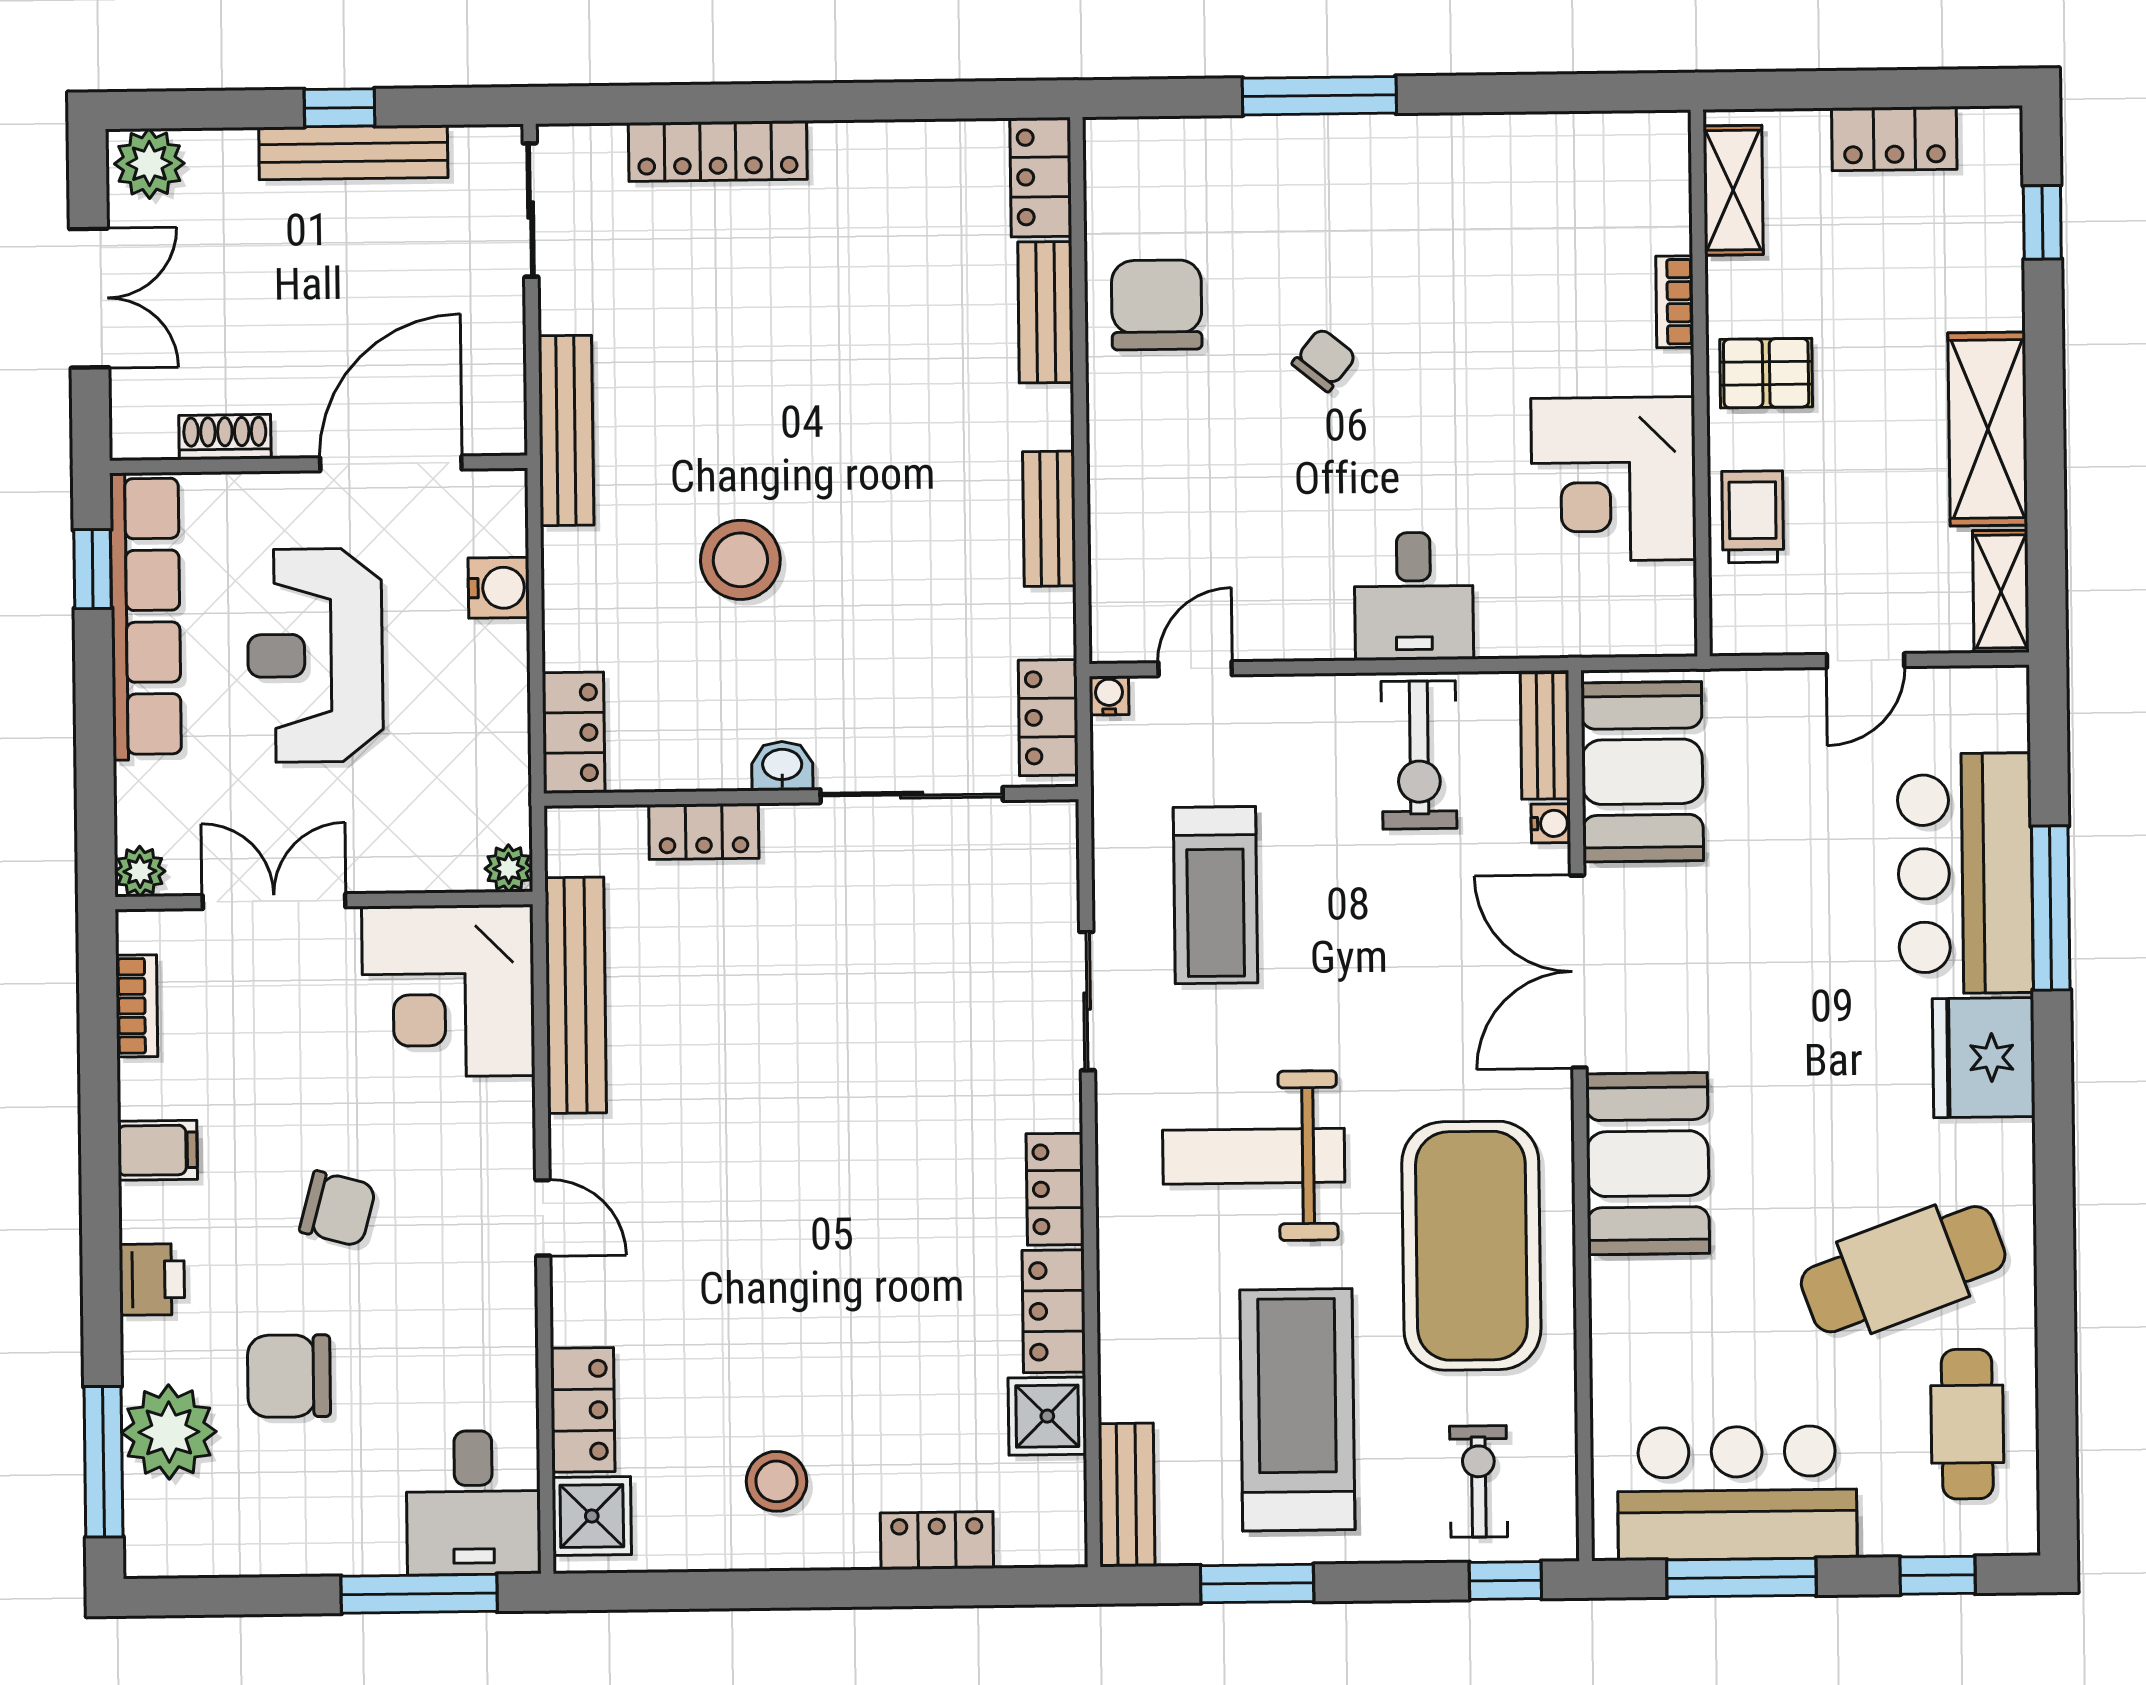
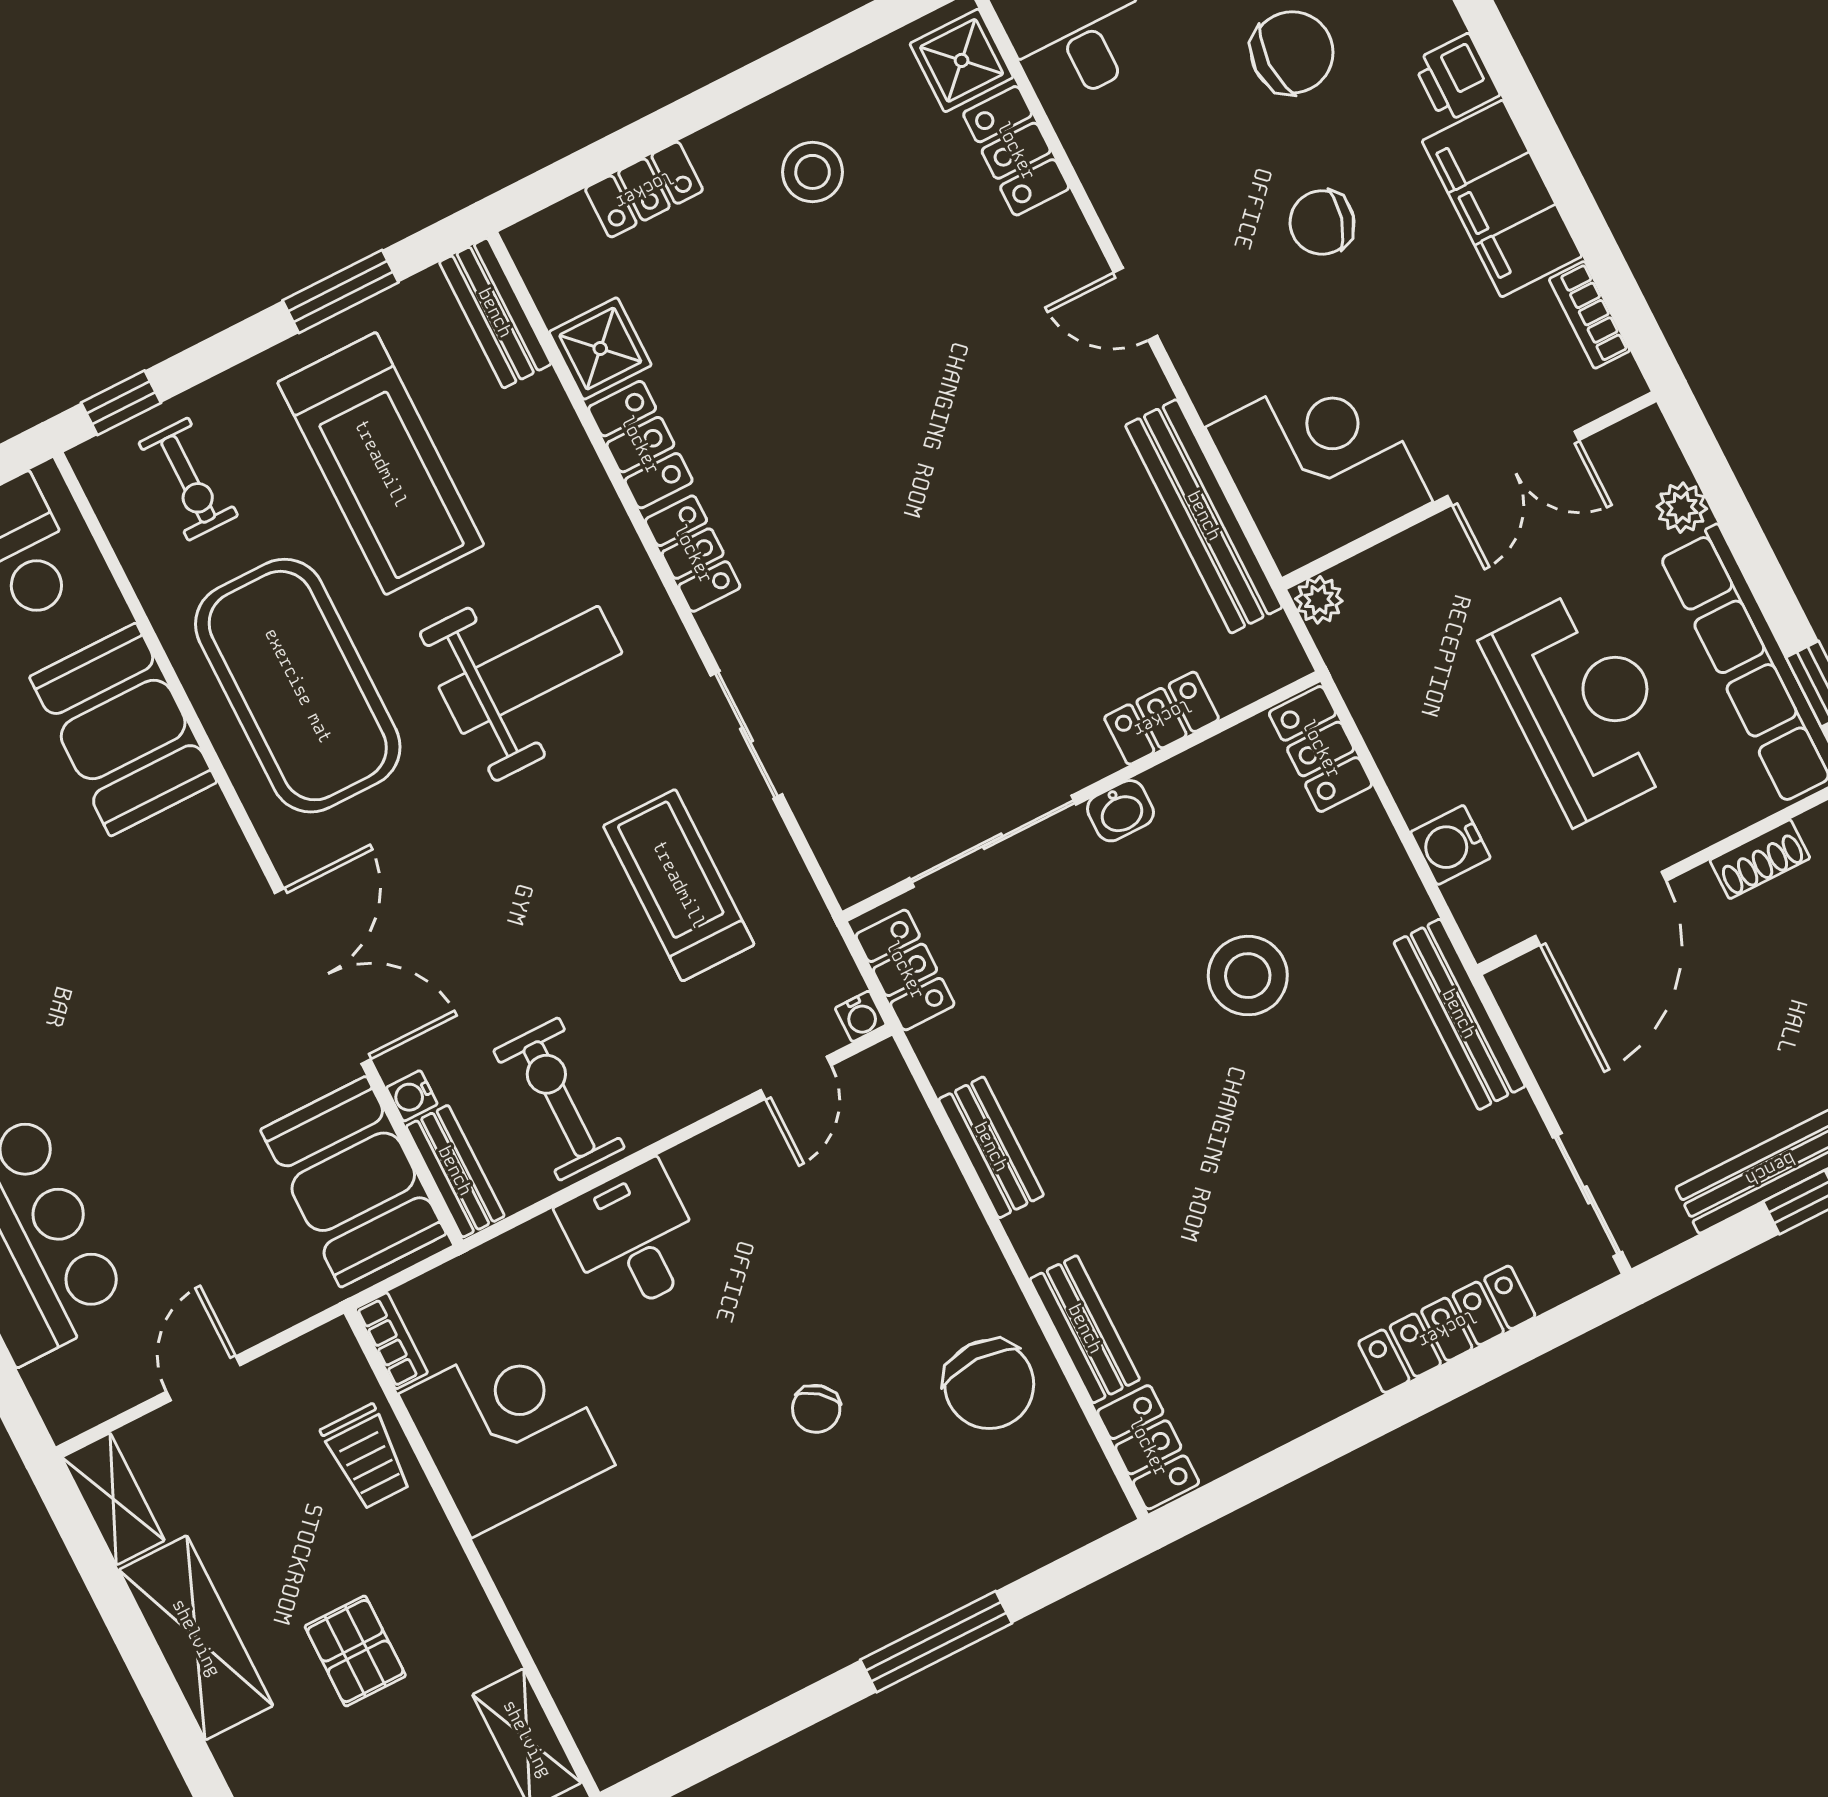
bookcase: (1675, 302) -> (391, 1341), moved
pallet: (1766, 373) -> (355, 1651), moved, turned 90
plant: (140, 871) -> (1682, 508), moved
filing cabinet: (157, 1150) -> (1502, 199), width x3.00, depth x1.17
booth: (1648, 1164) -> (123, 730), moved

